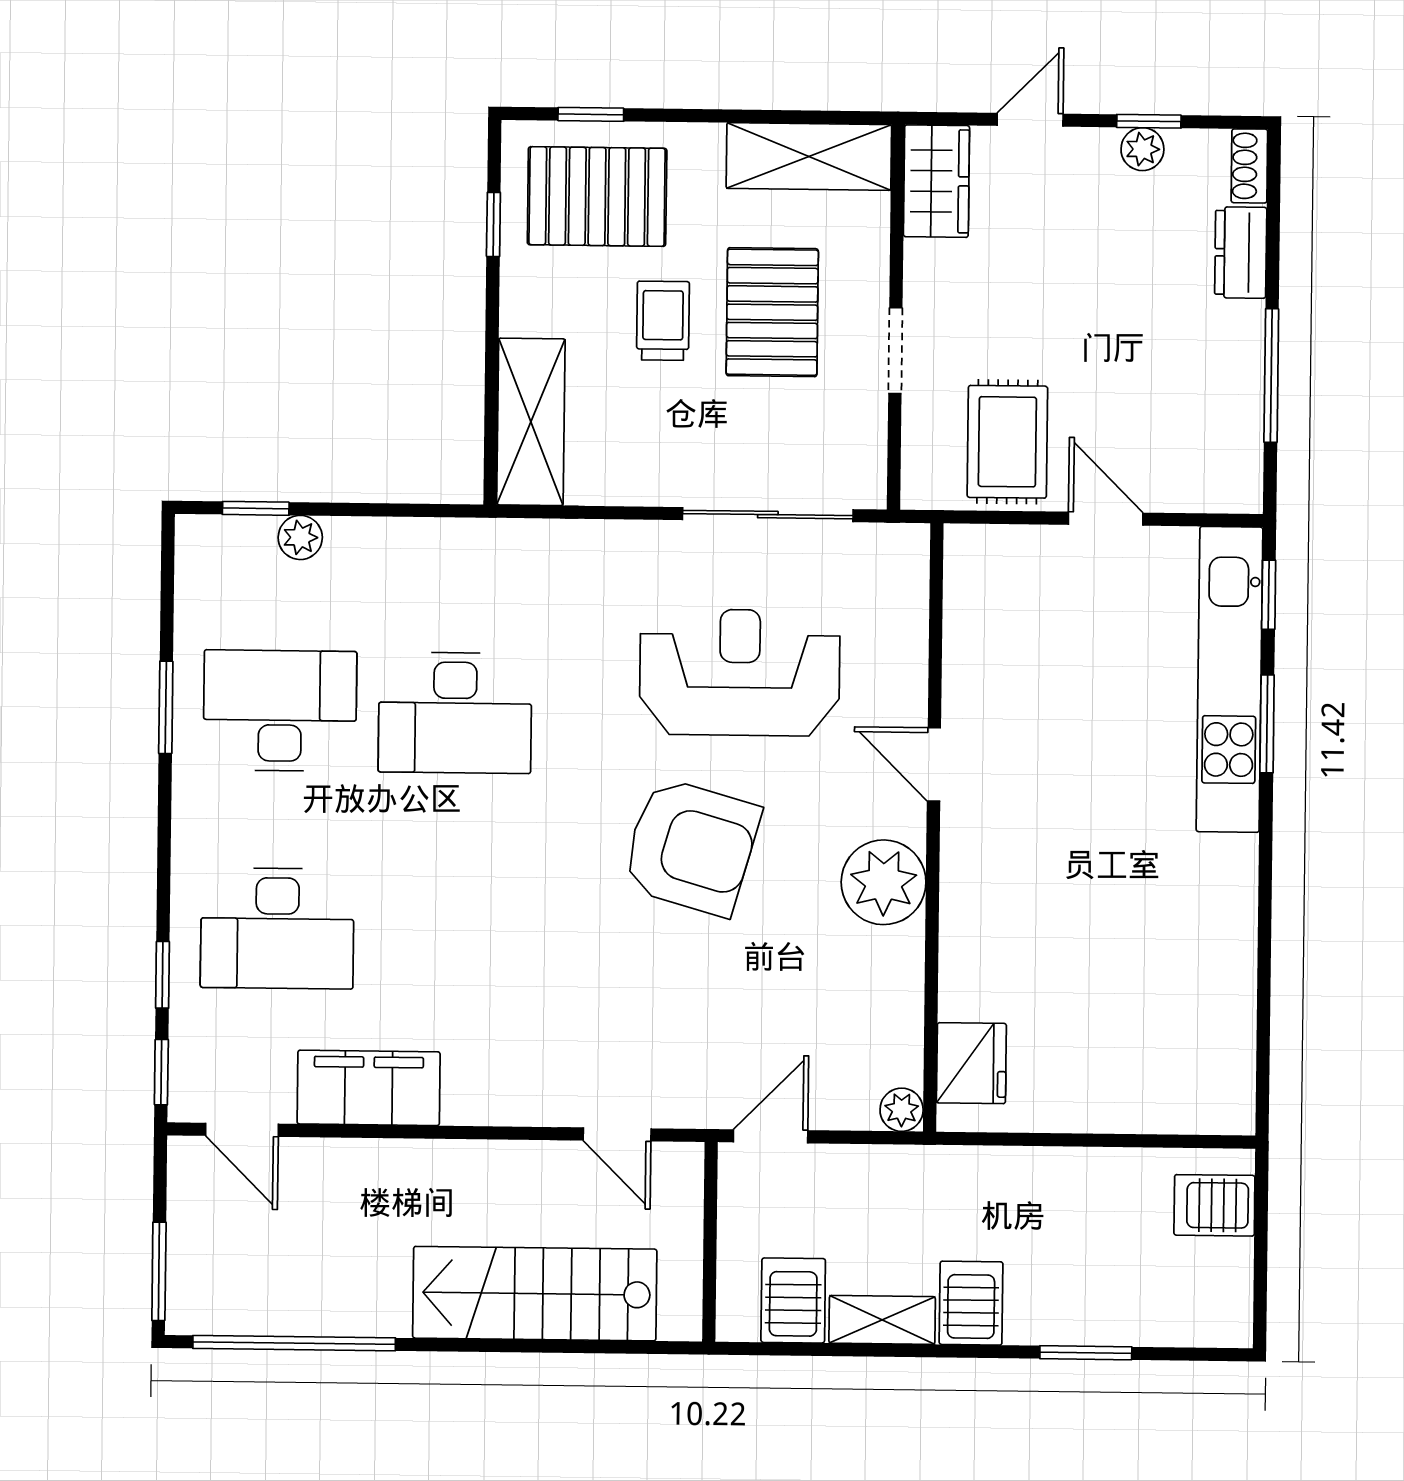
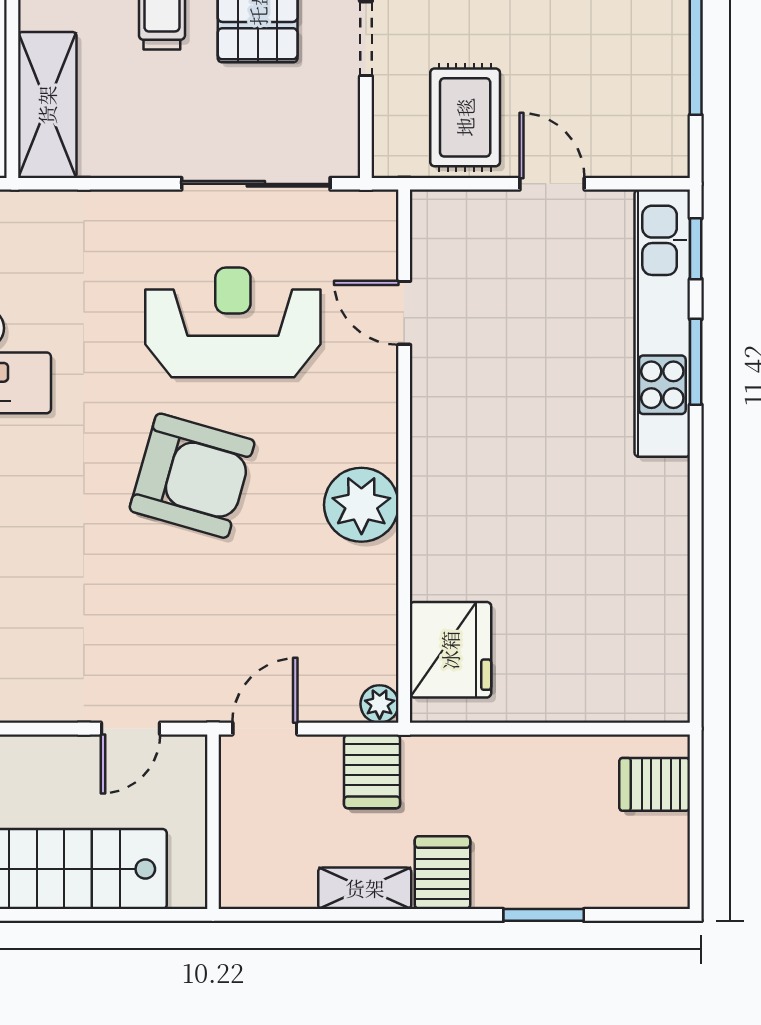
door: (934, 764) -> (404, 313), moved
fridge: (971, 1063) -> (450, 650), width x1.36, depth x1.34
door: (617, 1134) -> (130, 729), hinge flipped
server rack: (793, 1300) -> (372, 771), moved, turned 180

